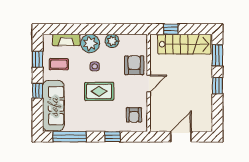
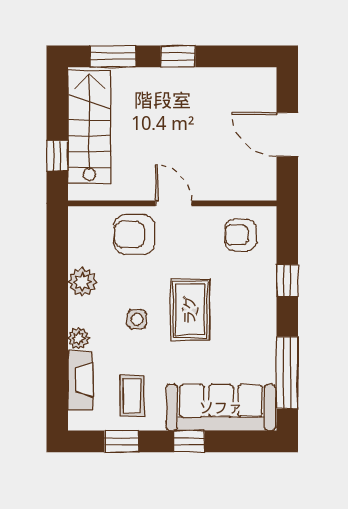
plant: (90, 43) -> (78, 338), width x0.53, depth x0.53
armchair: (134, 115) -> (240, 235), turned 180

